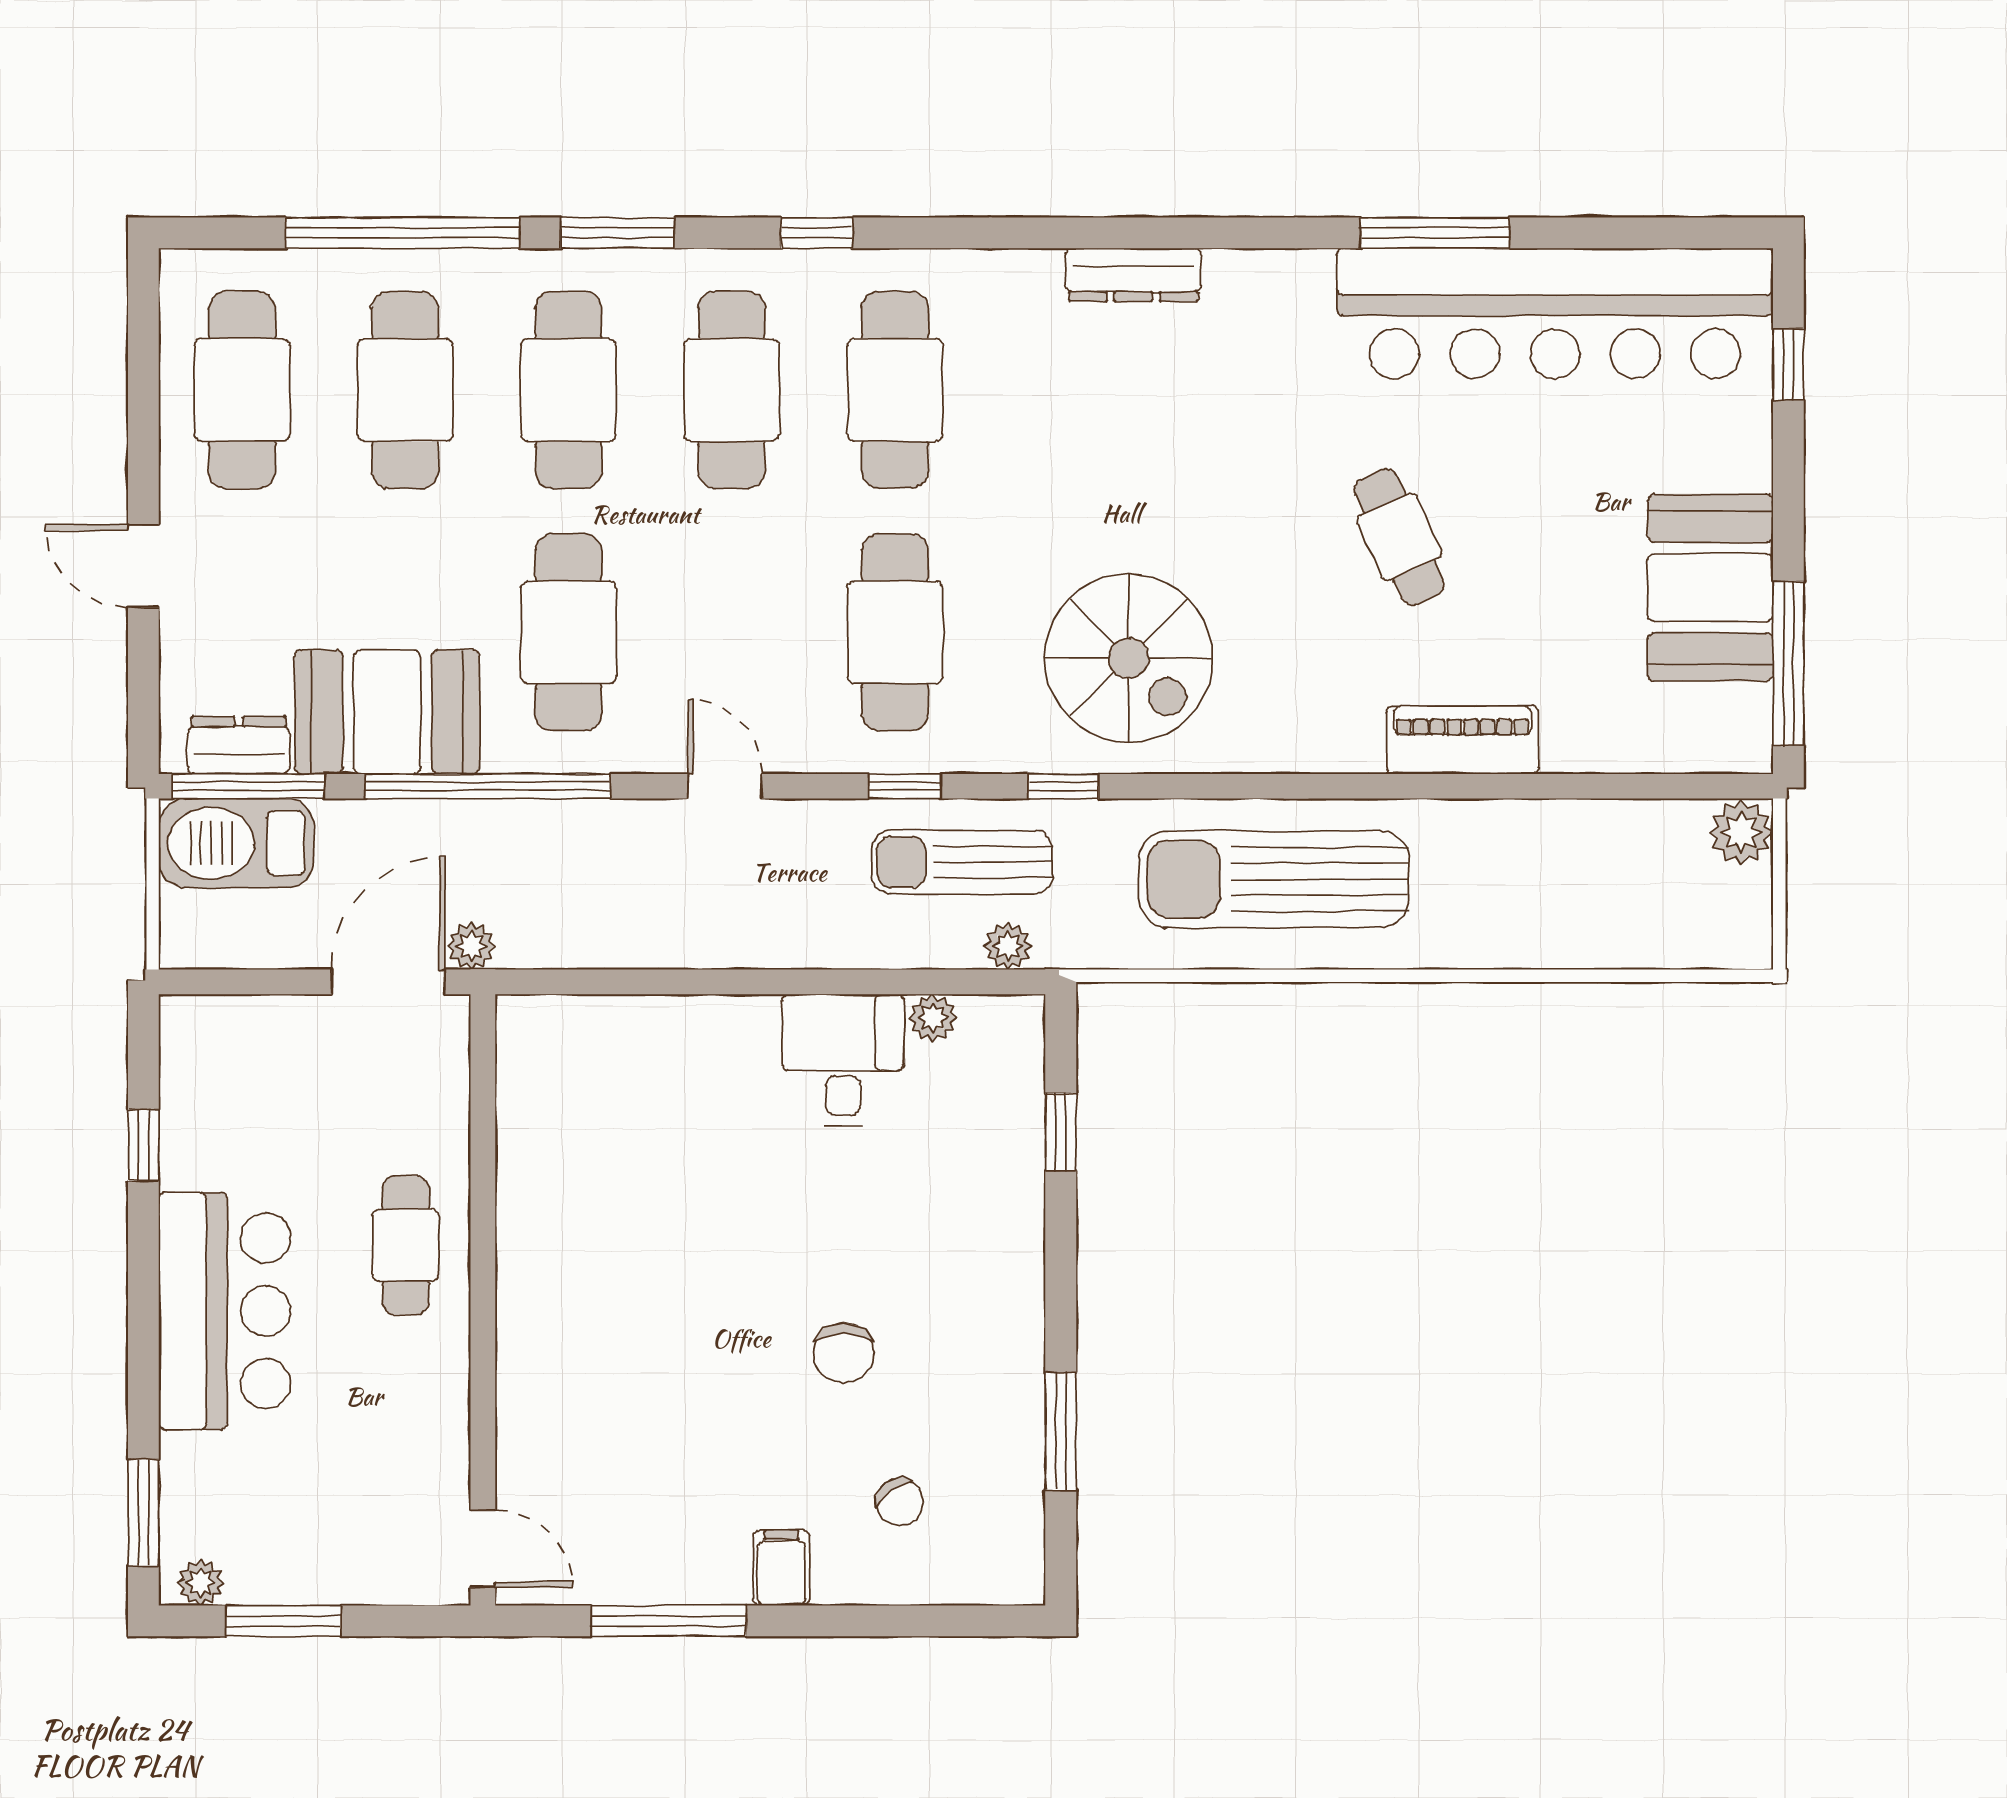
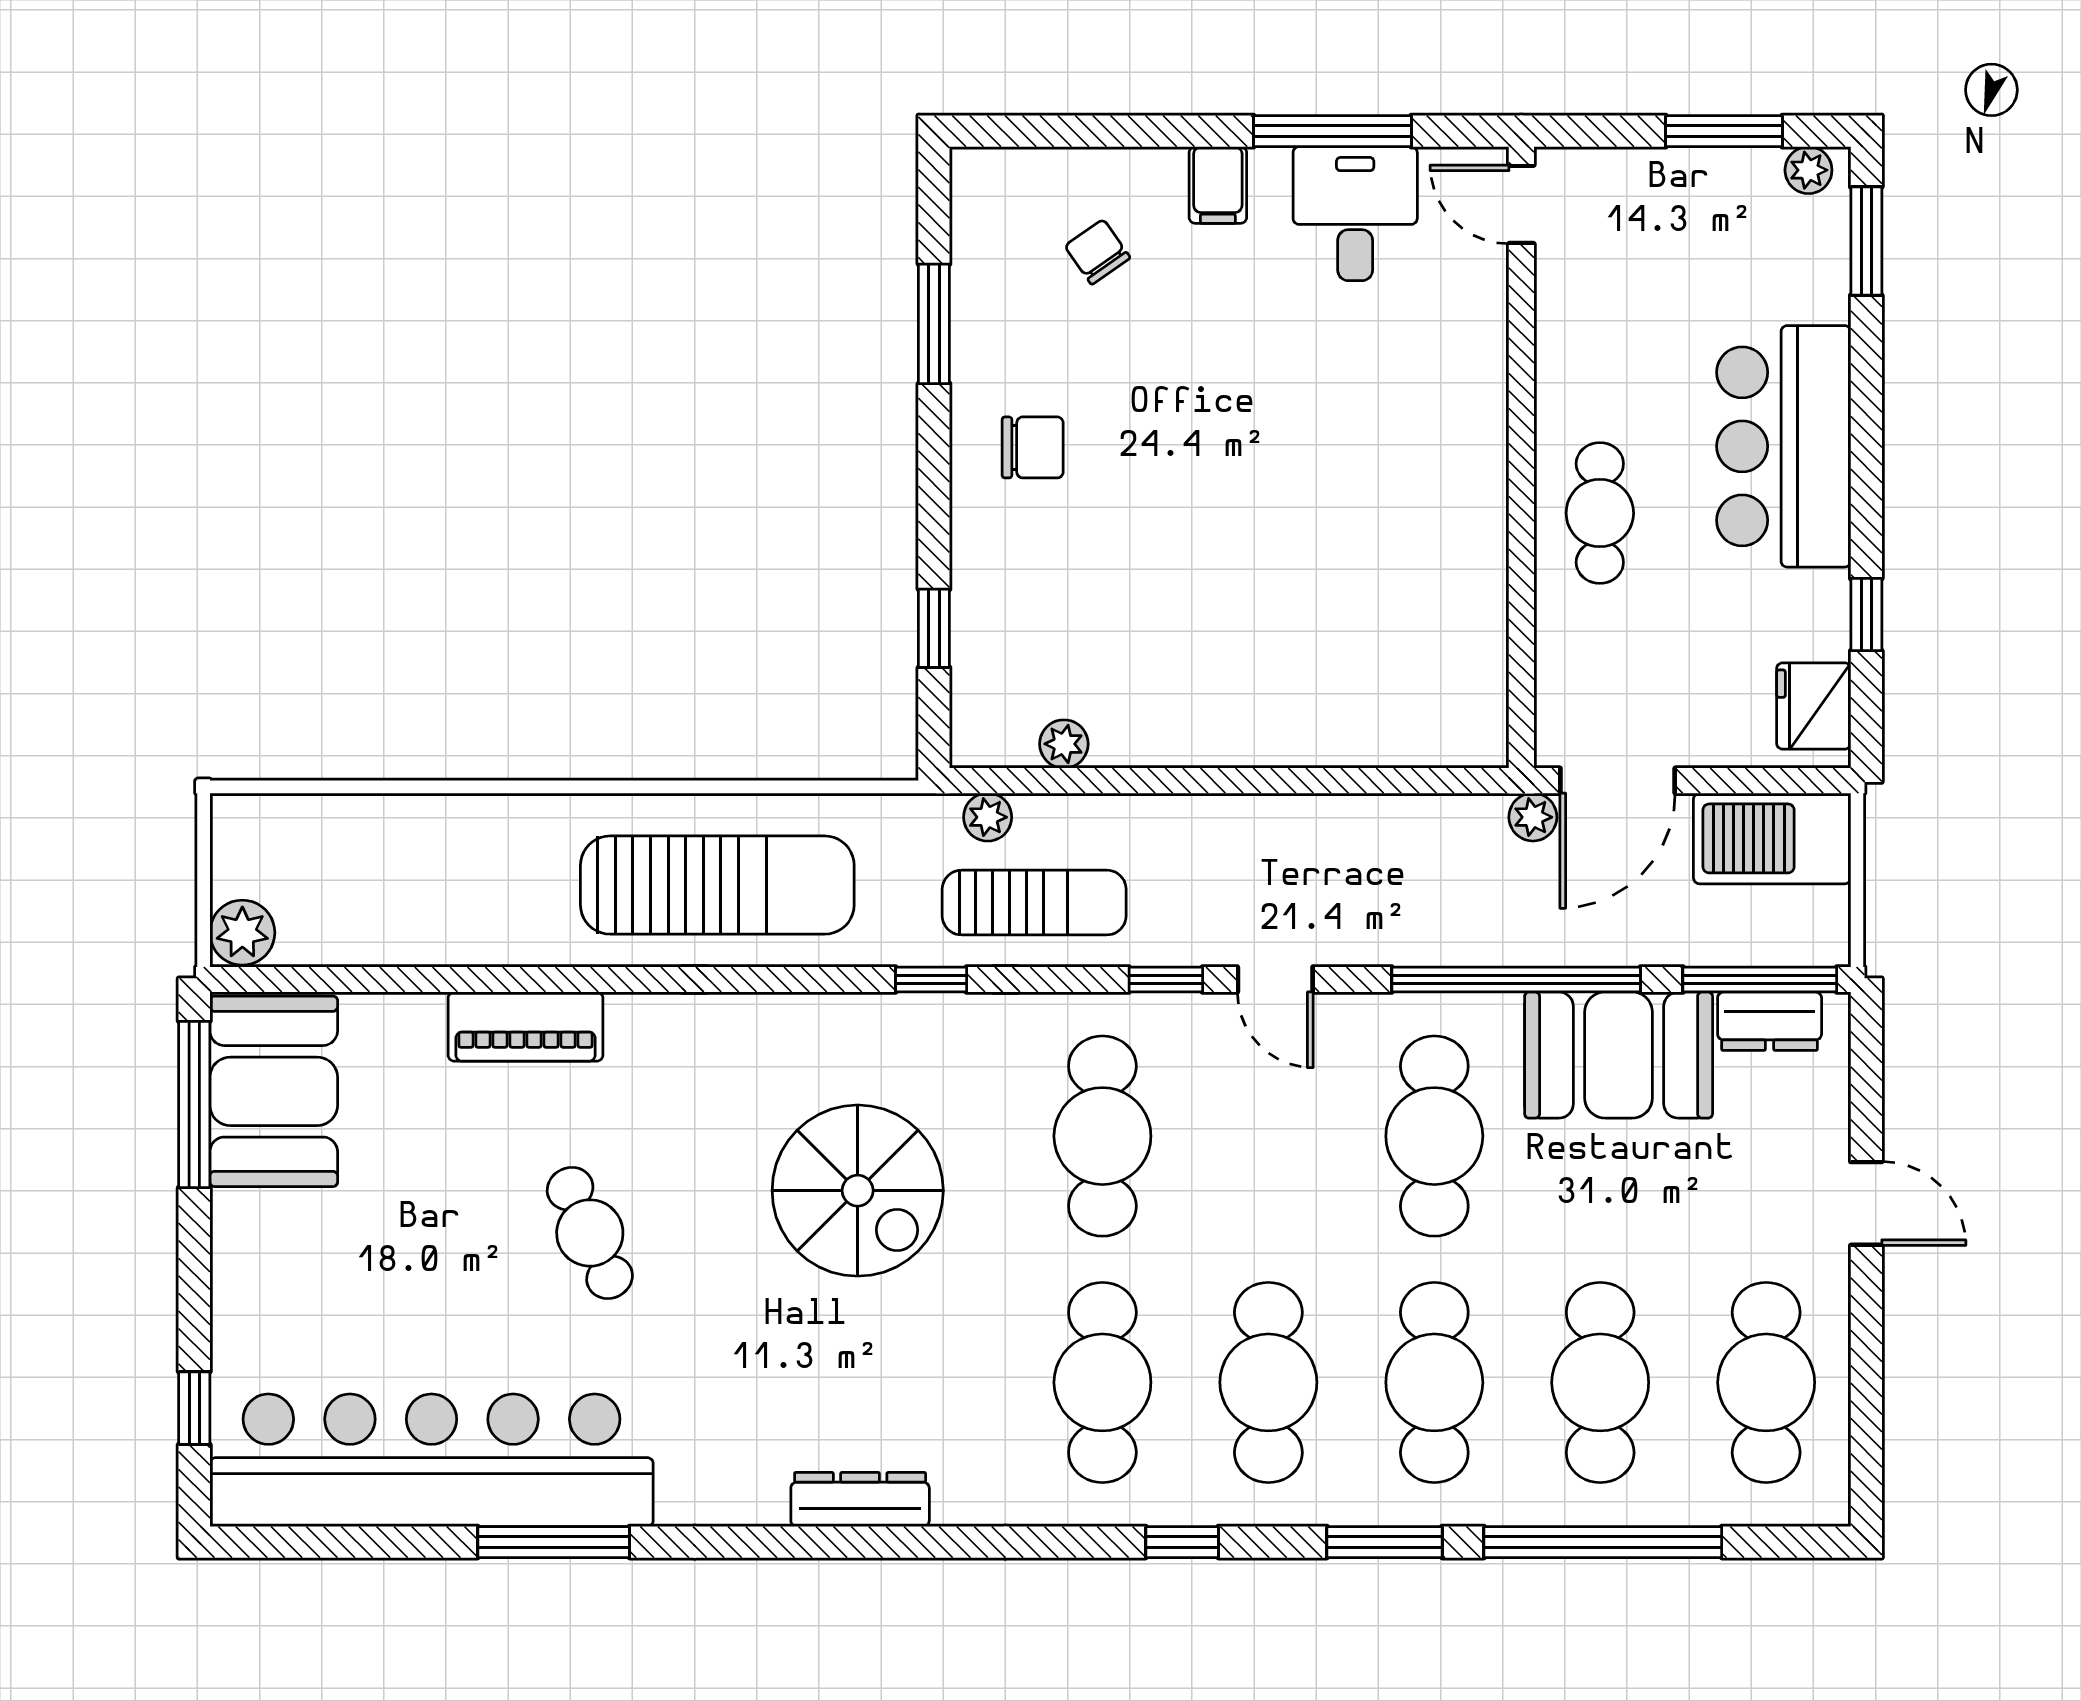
booth: (1710, 588) -> (274, 1091), moved
spiral stairs: (1129, 658) -> (858, 1191), moved, turned 180
window: (905, 786) -> (1166, 980), moved
barbecue: (236, 843) -> (1772, 838), moved, turned 180
fridge: (195, 1055) -> (1814, 706), added
desk: (843, 1060) -> (1355, 214), moved, turned 180
chair: (844, 1353) -> (1033, 447), moved, turned 90

